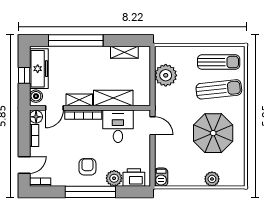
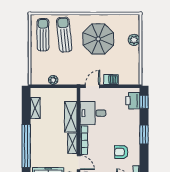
plant: (166, 75) -> (53, 80), width x0.53, depth x0.53
armchair: (87, 167) -> (121, 152), moved
barbecue: (161, 177) -> (111, 79), moved
plant: (114, 178) -> (133, 116), removed
window: (90, 192) -> (144, 135), width x0.47
window: (132, 192) -> (144, 102), added

